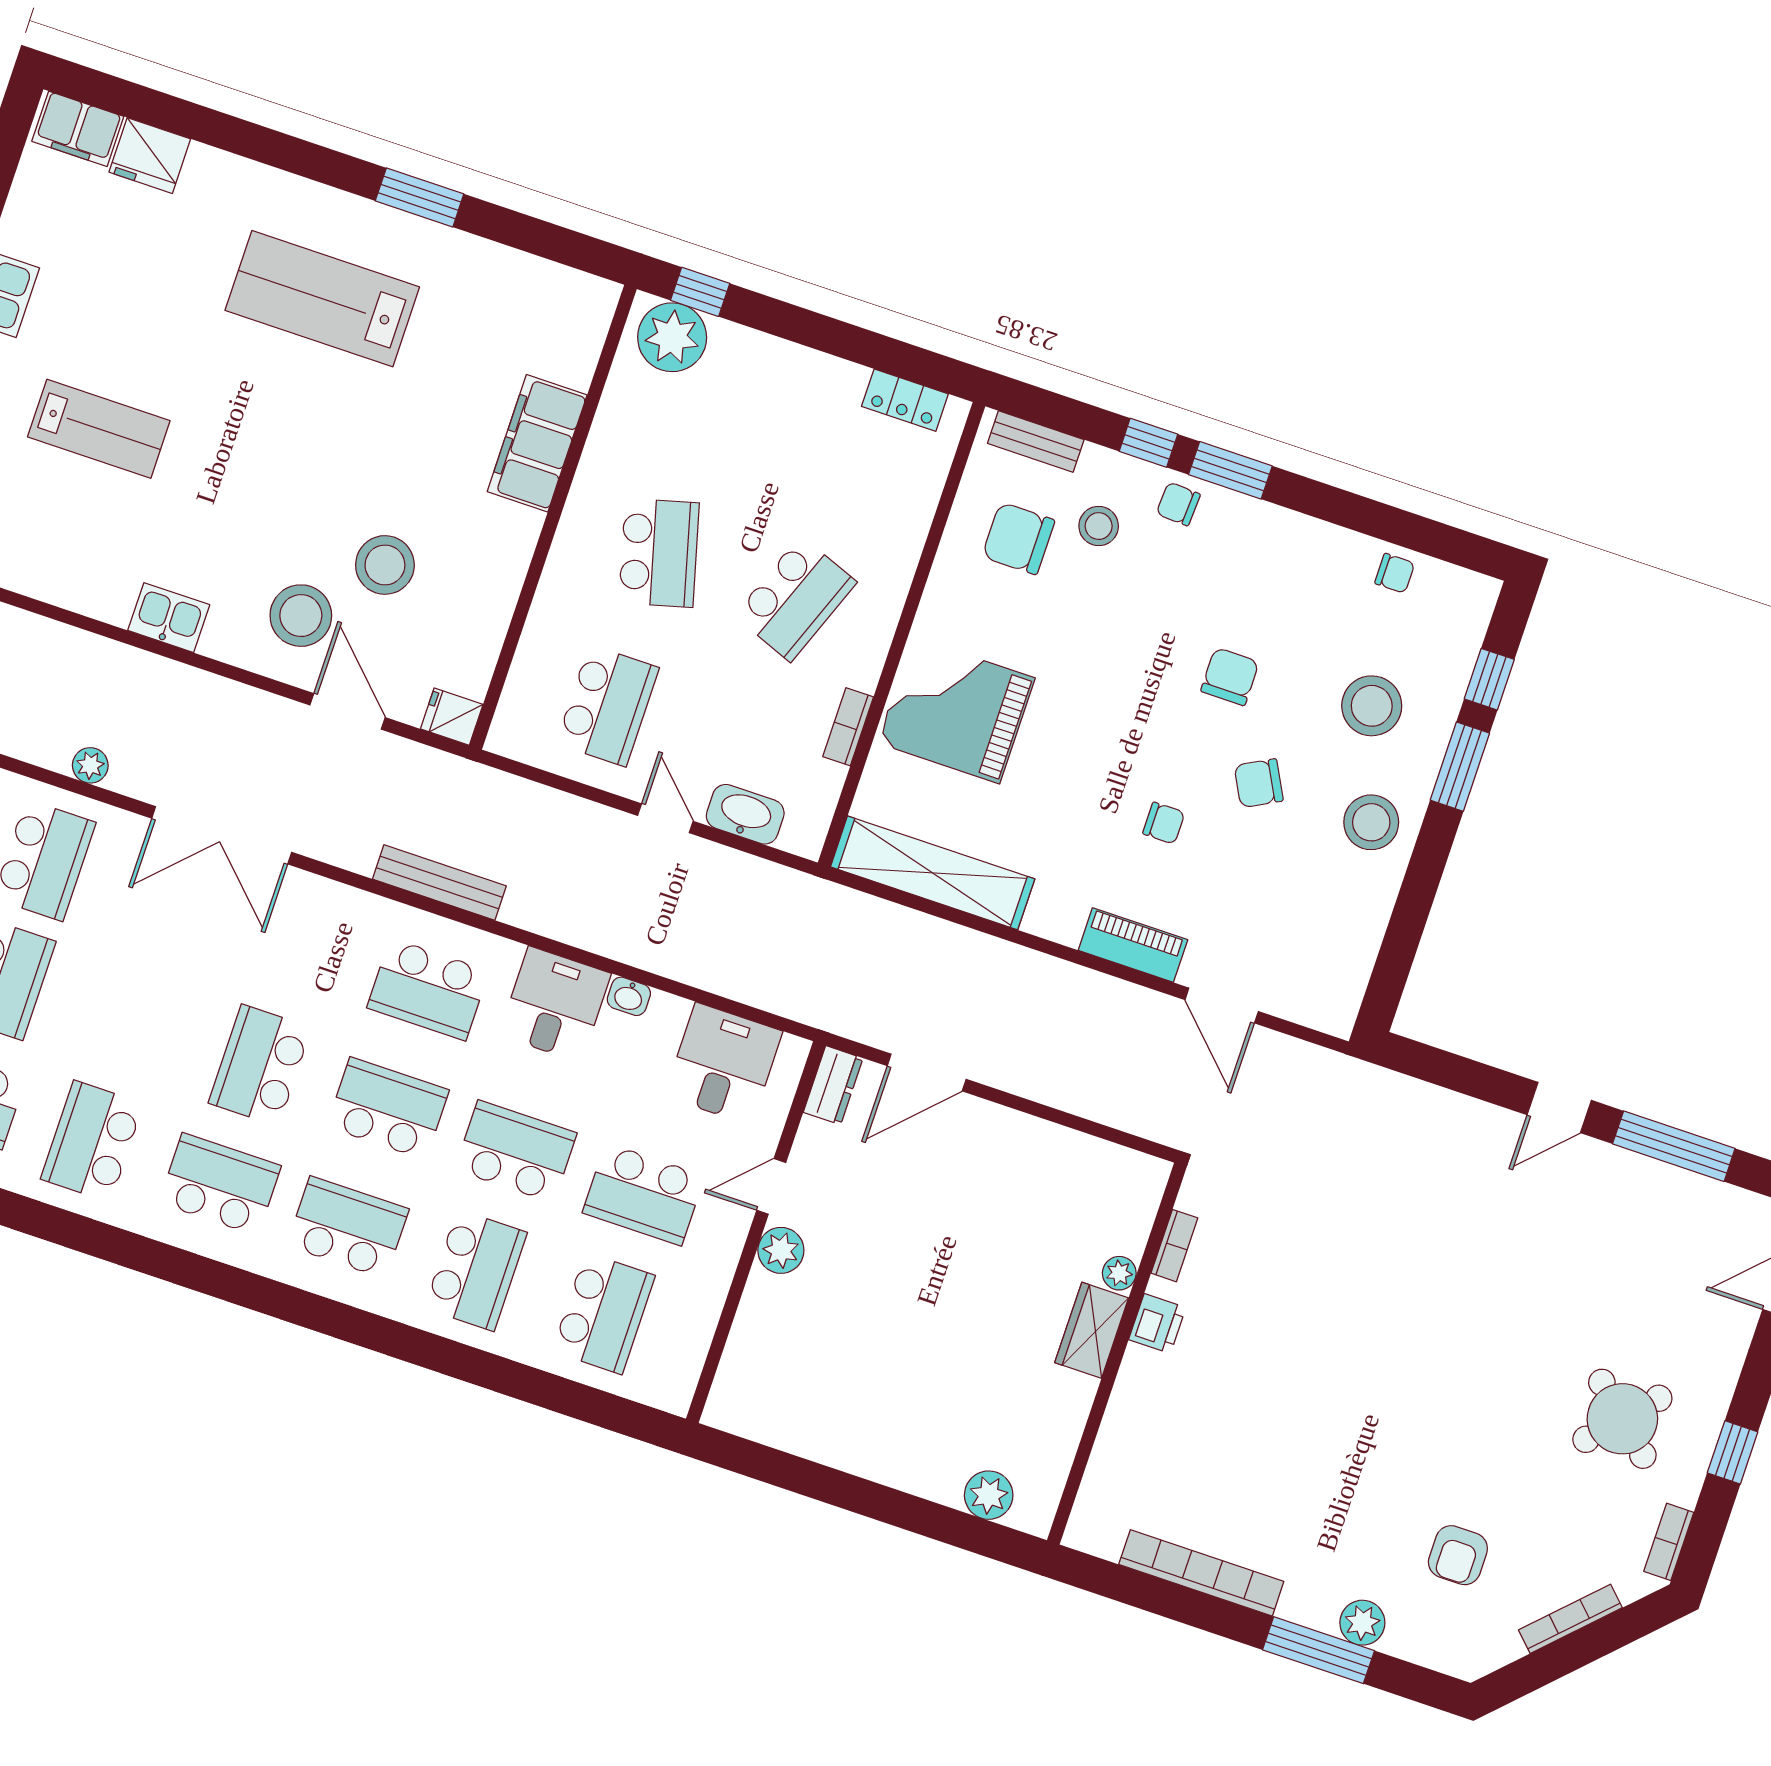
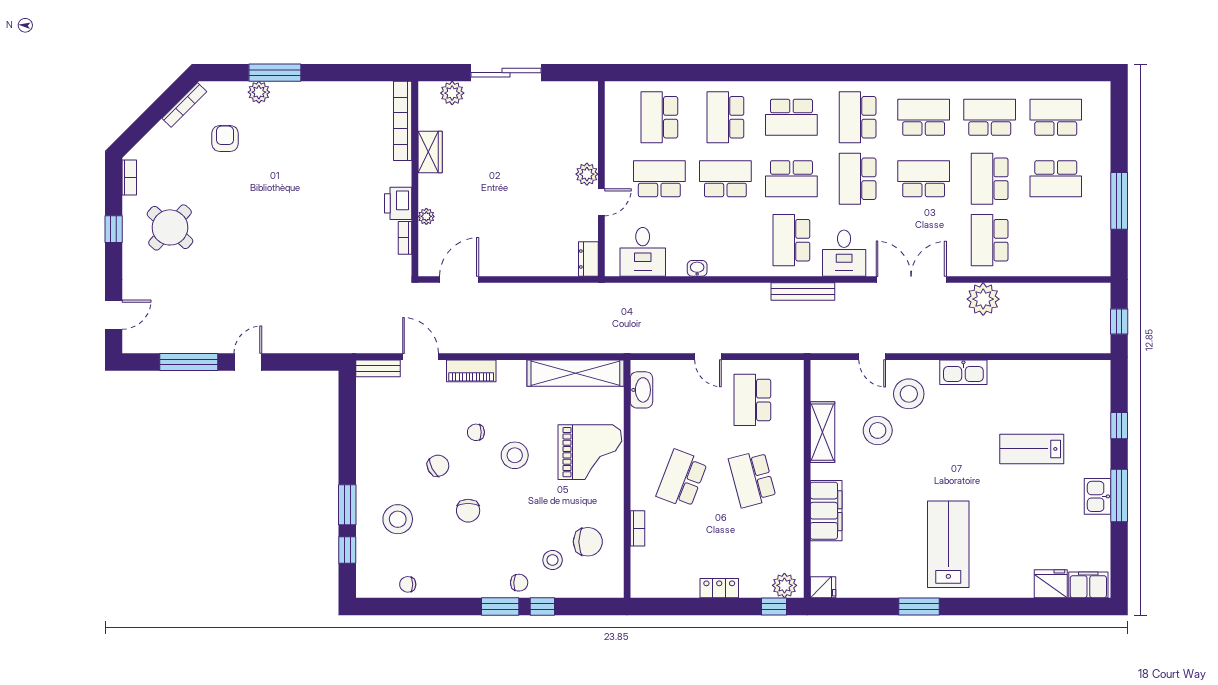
lab bench: (322, 299) -> (948, 544), turned -90
plant: (672, 337) -> (784, 585), width x0.73, depth x0.73
locker: (905, 400) -> (719, 588), moved
bench: (1036, 442) -> (378, 368), moved
shelving: (493, 598) -> (823, 432), added
kitchen sink: (169, 618) -> (963, 372), width x1.38
door: (347, 711) -> (872, 357), width x0.73
fridge: (452, 717) -> (823, 587), moved
bookcase: (848, 727) -> (637, 528), moved
plant: (90, 765) -> (983, 299), width x1.88, depth x1.88
washbasin: (745, 814) -> (641, 390), moved, turned -90
stool: (1371, 822) -> (515, 455), moved
school desk: (428, 989) -> (791, 240), turned -90
desk: (555, 1004) -> (844, 253), moved
school desk: (132, 1022) -> (924, 179), added
school desk: (260, 1065) -> (858, 179), turned 180
door: (927, 1073) -> (459, 280), moved
school desk: (92, 1141) -> (924, 117), turned -90
school desk: (516, 1151) -> (725, 179), turned 180
school desk: (220, 1184) -> (858, 117), turned 90
printer: (1157, 1324) -> (398, 203), width x1.36, depth x1.24
wardrobe: (1092, 1330) -> (430, 152), moved
sliding door: (871, 1500) -> (506, 73), added
bookcase: (1201, 1573) -> (403, 121), moved, turned 90
bookcase: (1570, 1619) -> (184, 105), moved

